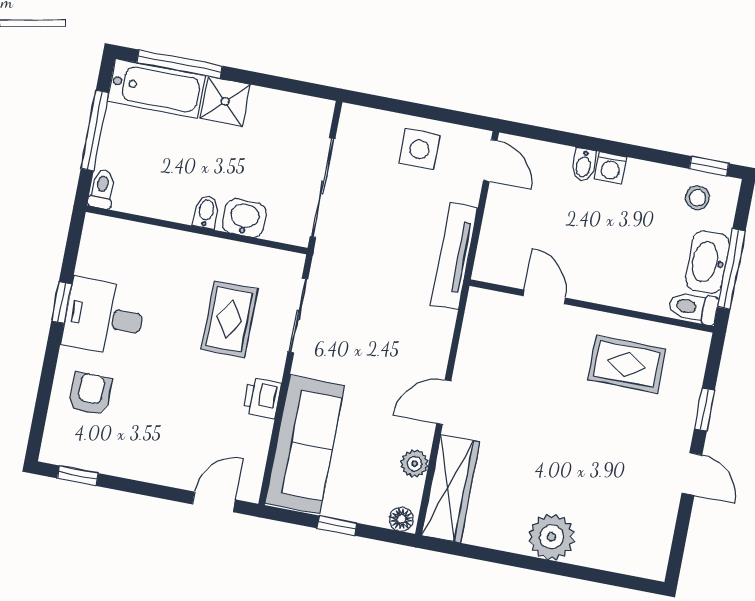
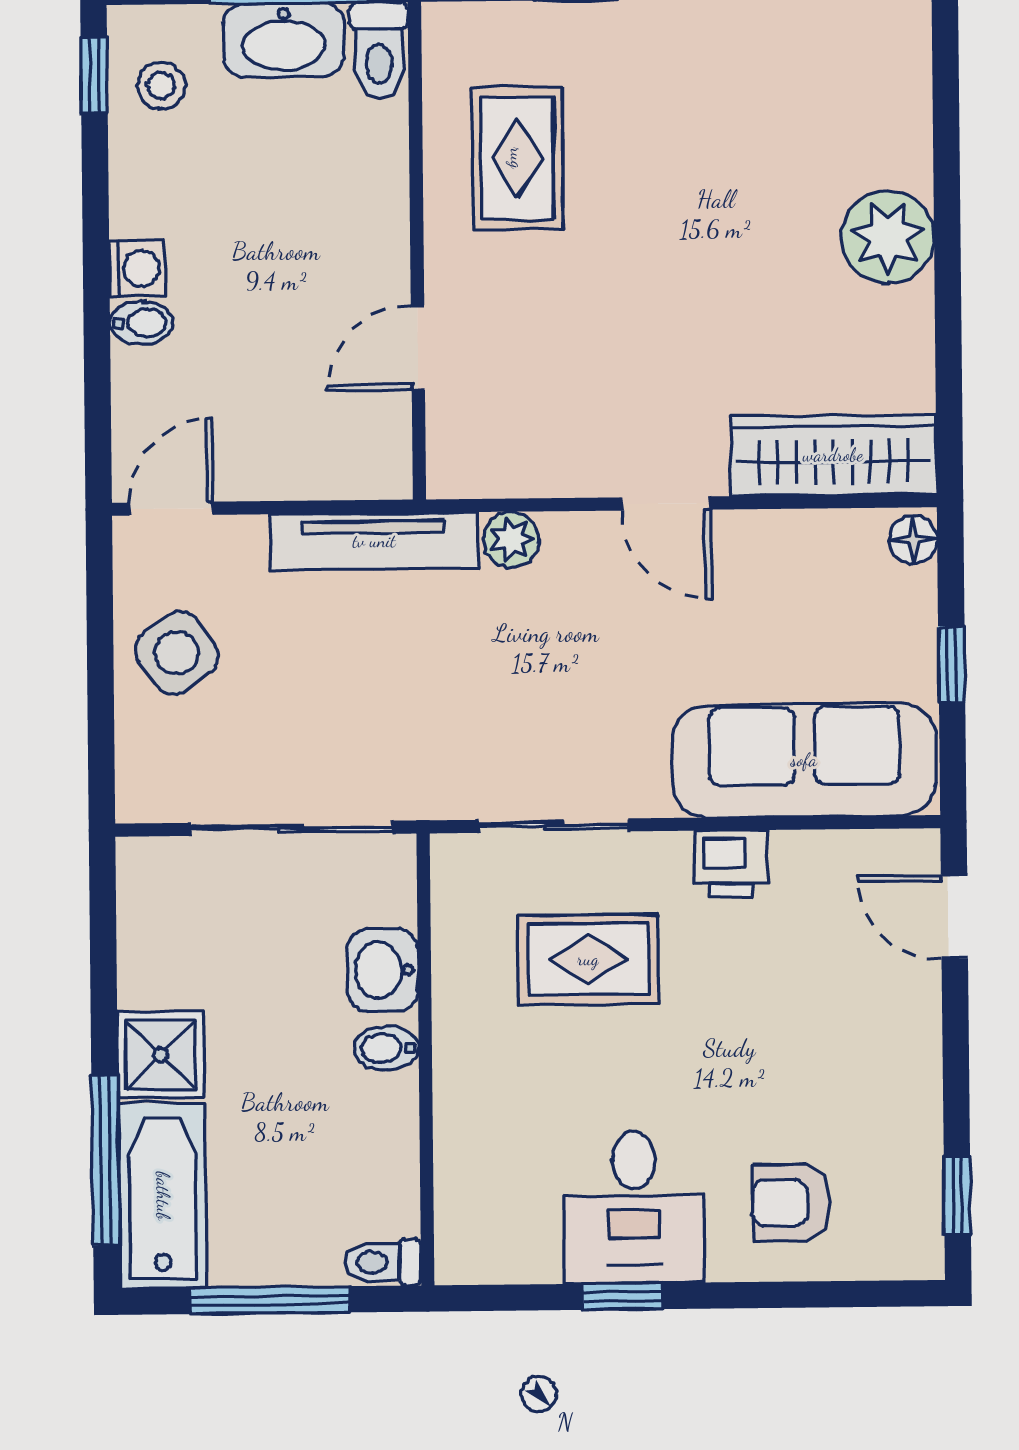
side table: (419, 149) -> (177, 653), turned -35
plant: (414, 464) -> (511, 539), moved

